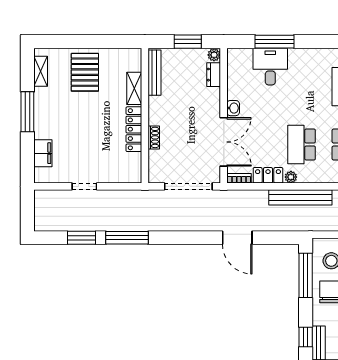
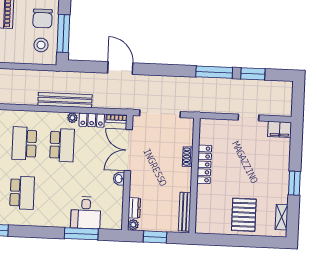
shelving: (134, 88) -> (202, 199), removed
window: (27, 112) -> (294, 183), width x0.69
filing cabinet: (43, 153) -> (280, 129), moved, turned -90

